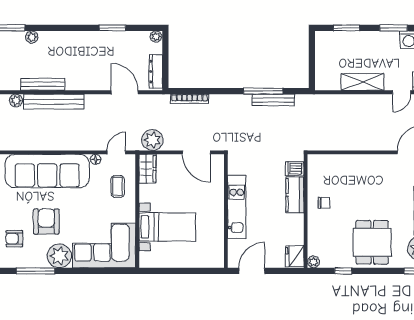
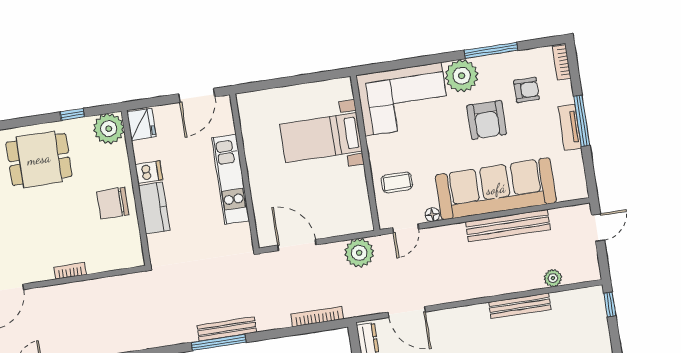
bench: (273, 100) -> (227, 329), moved
bench: (54, 102) -> (508, 226), moved
bookcase: (362, 159) -> (70, 271), added
wardrobe: (147, 169) -> (360, 213), removed
dishwasher: (295, 169) -> (149, 172), moved
coffee table: (118, 186) -> (397, 182), turned 90
chair: (324, 203) -> (113, 203), width x1.87, depth x1.87
dining table: (372, 242) -> (39, 159), turned 90
plant: (313, 262) -> (109, 129), width x1.88, depth x1.88

